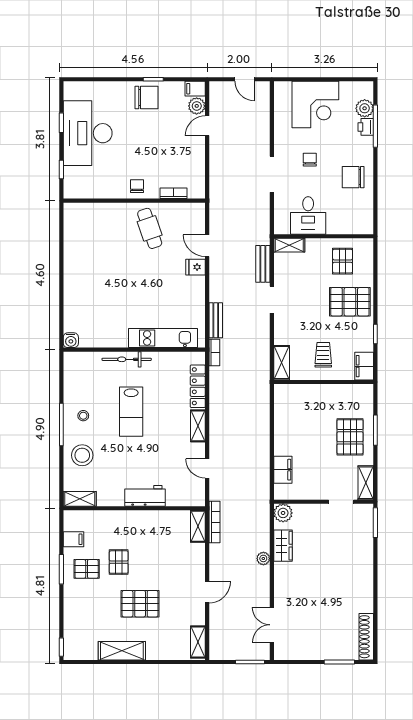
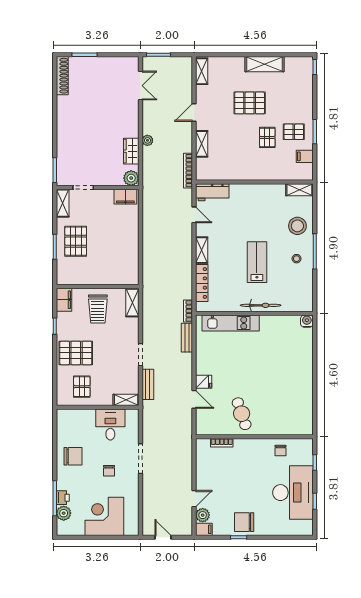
chair: (137, 186) -> (280, 450), moved
trolley: (323, 355) -> (98, 309), width x1.36, depth x1.39
filing cabinet: (283, 470) -> (125, 197), moved, turned -90
workbench: (145, 496) -> (212, 192), moved
shelving: (198, 526) -> (202, 144), moved

